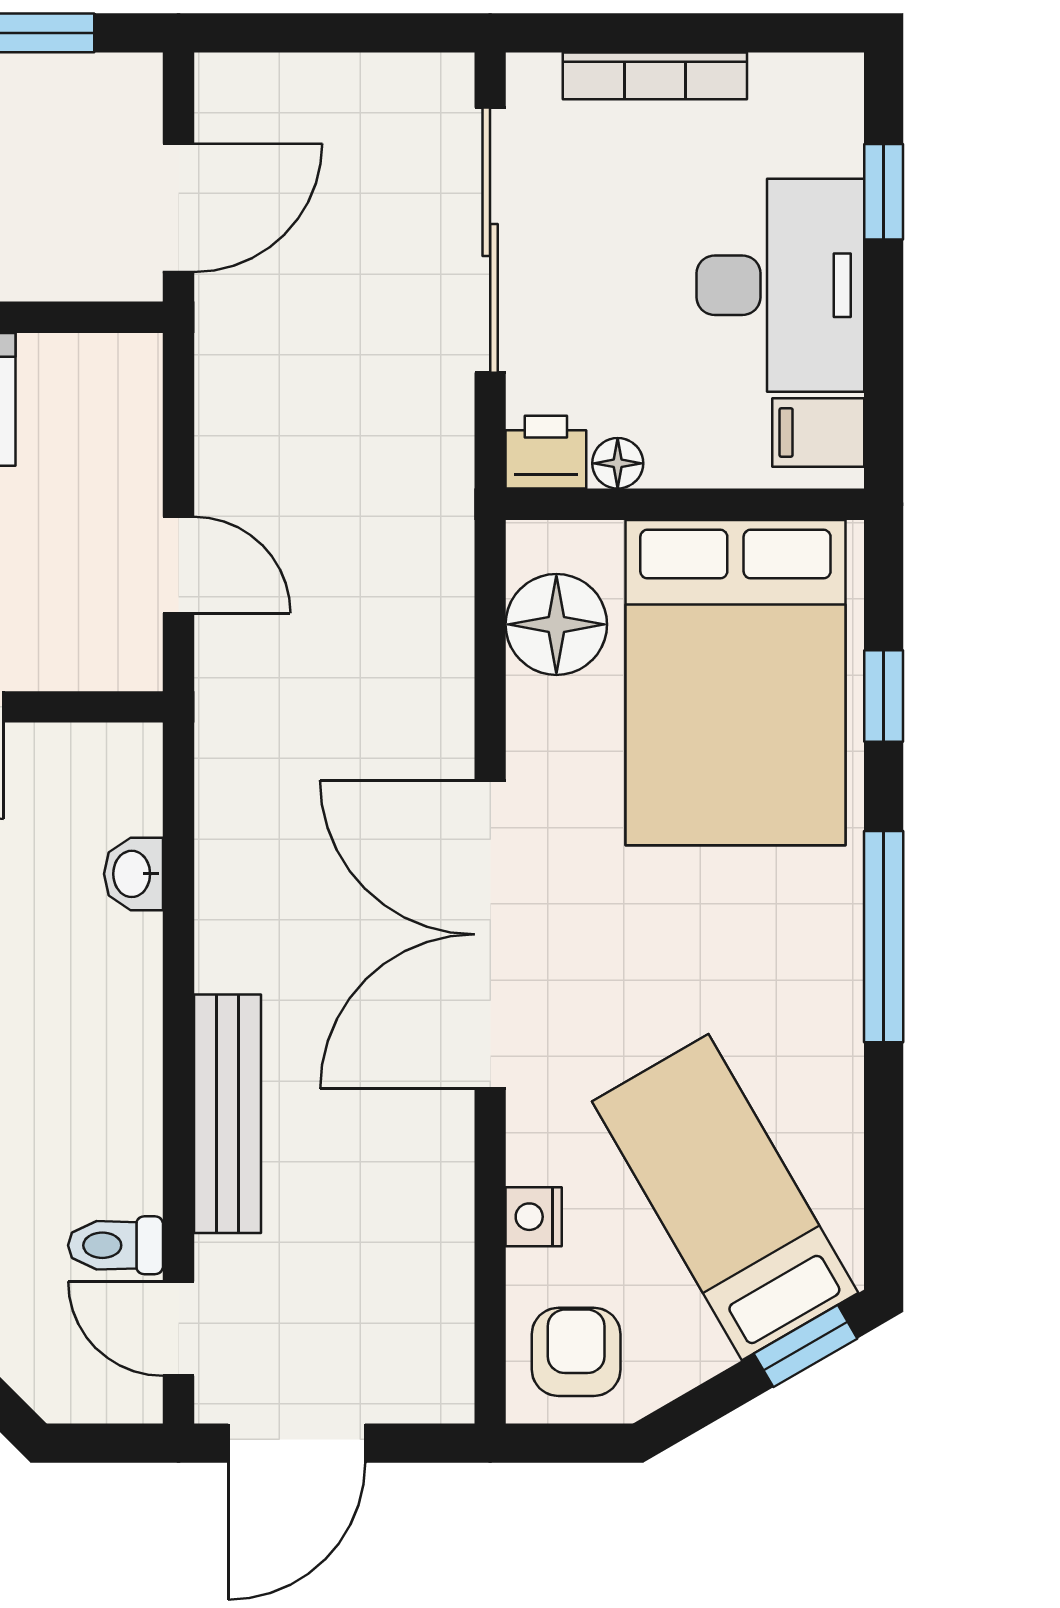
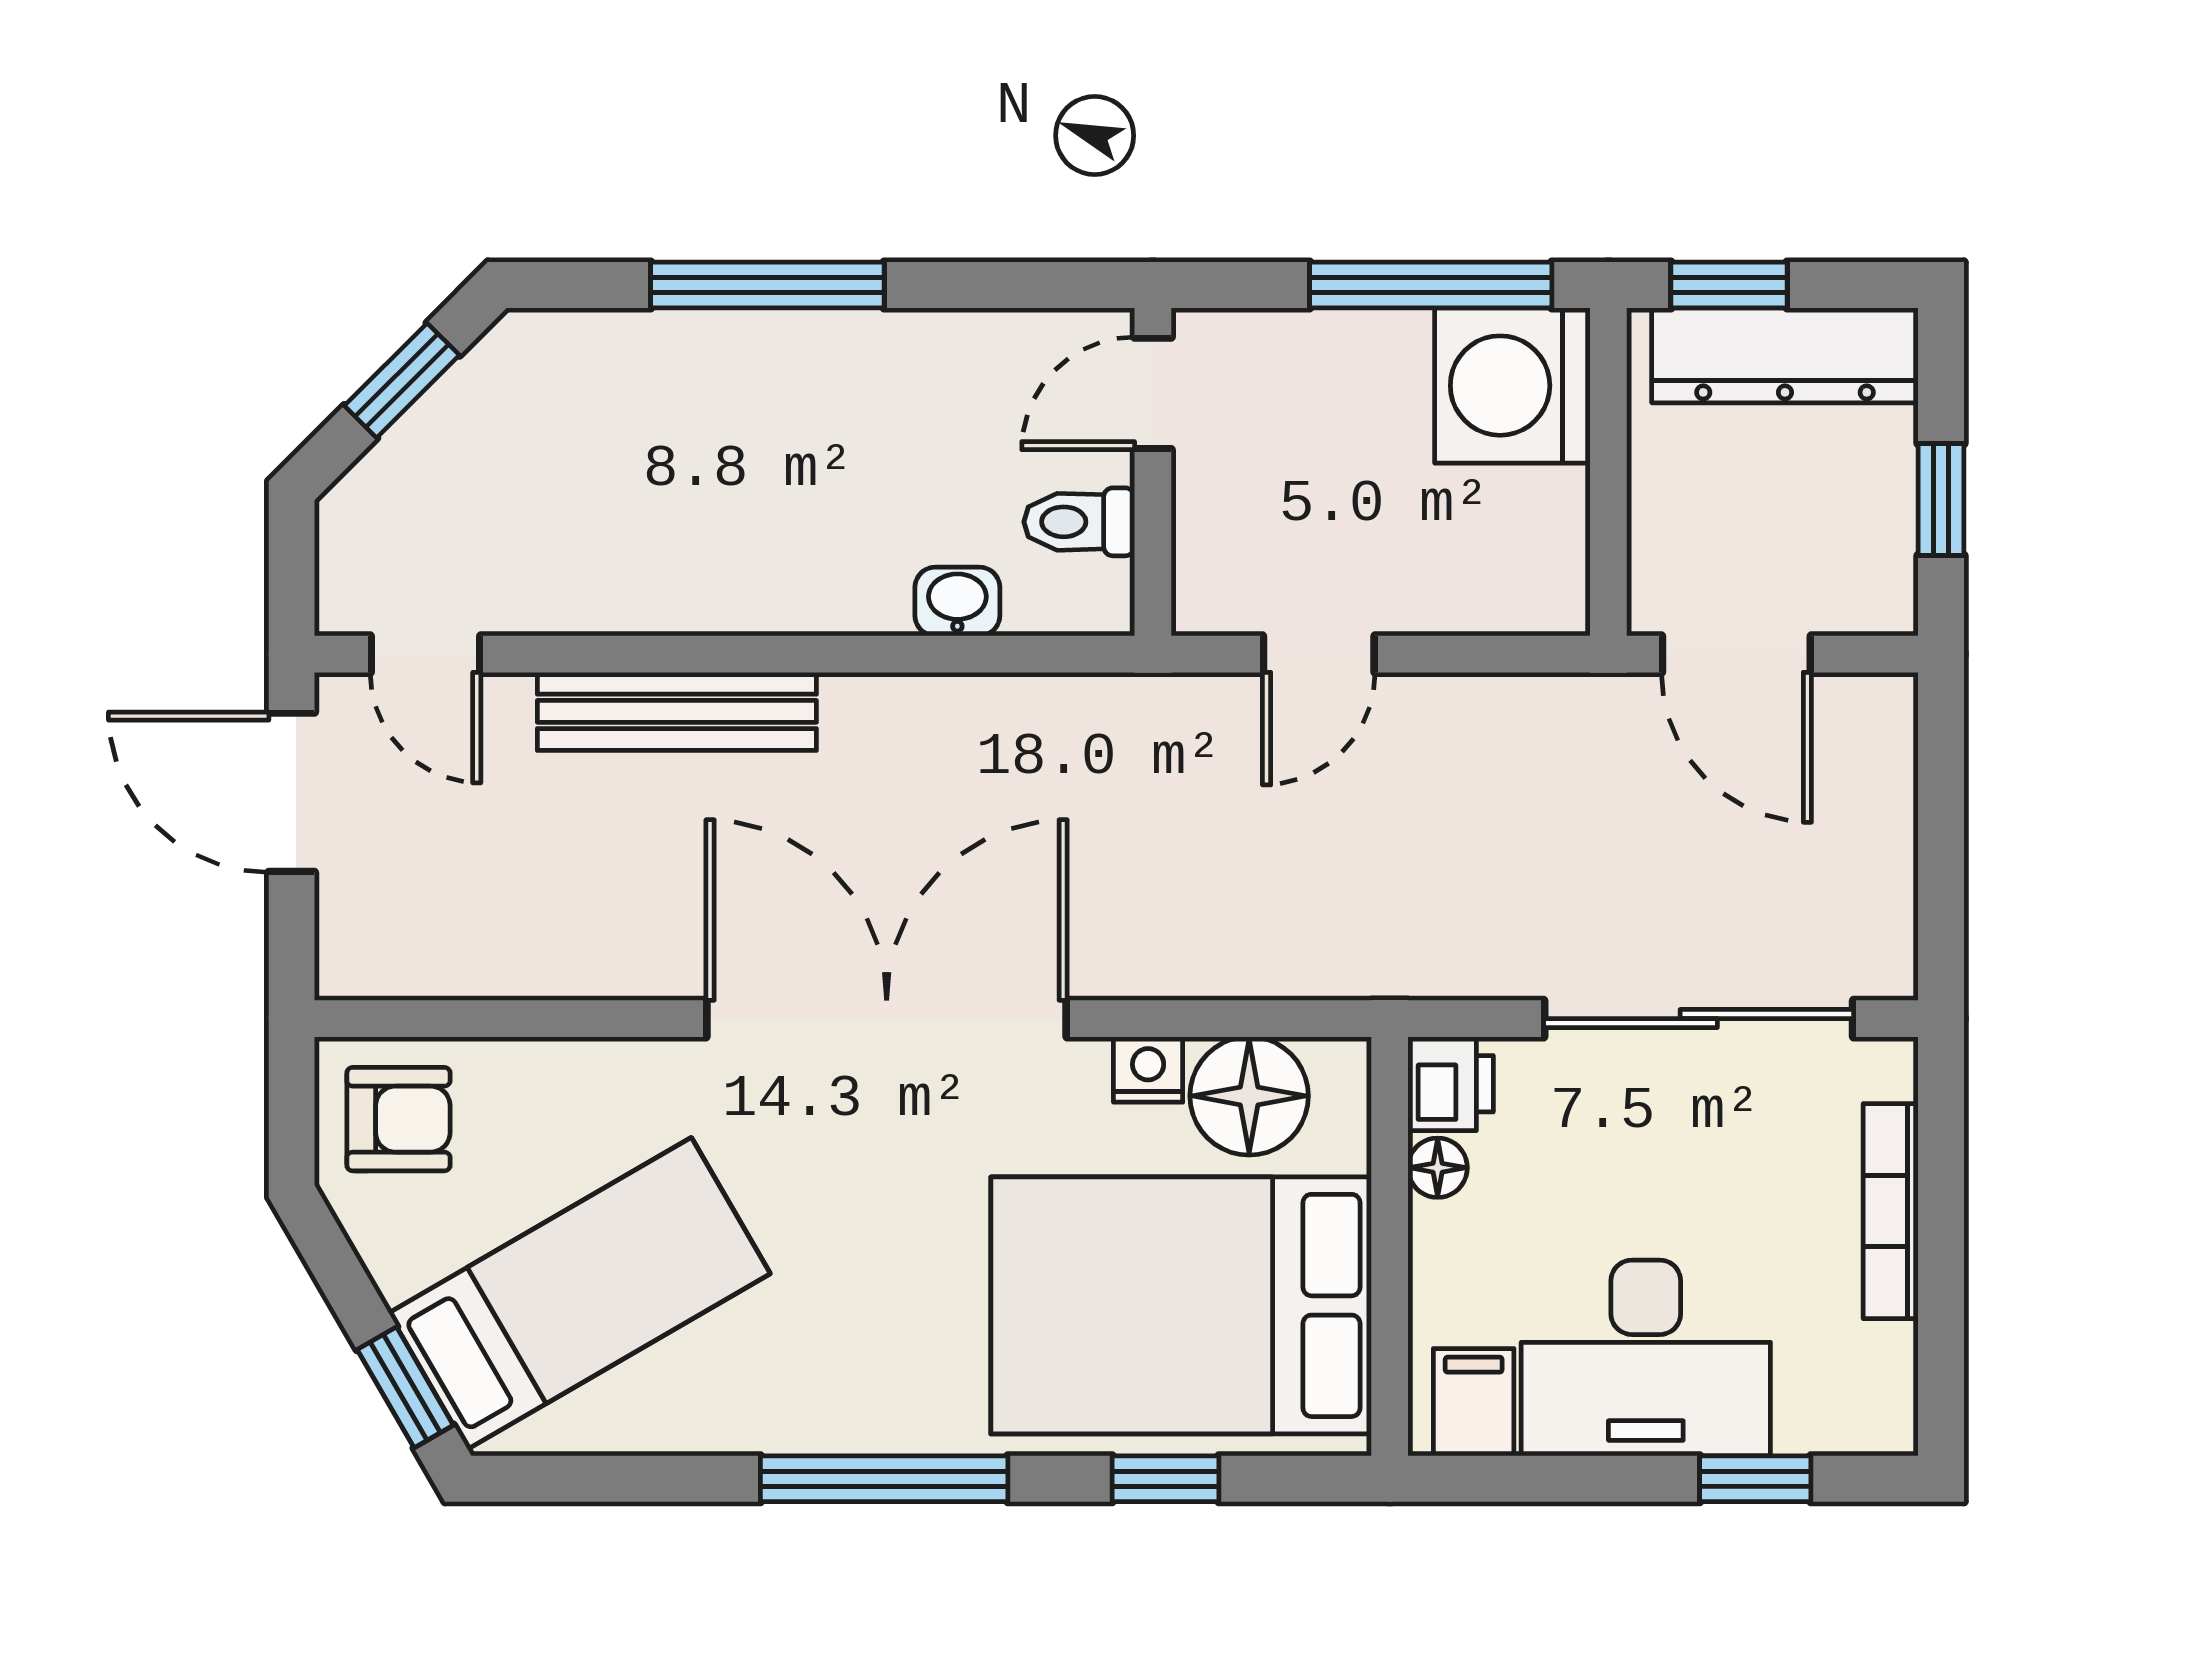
nightstand: (534, 1217) -> (1148, 1069), moved
toilet: (116, 1245) -> (1079, 522), moved, turned -90
door: (178, 1329) -> (426, 654), swing flipped

